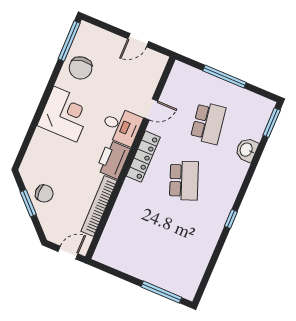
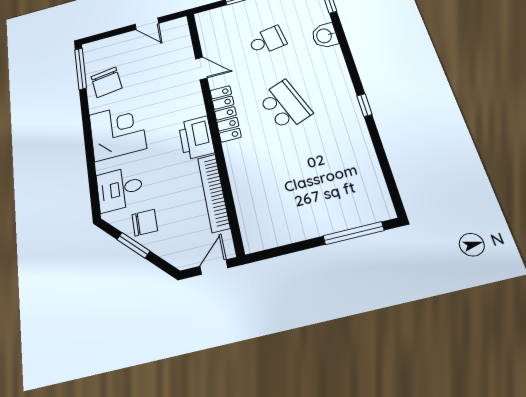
door: (138, 40) -> (147, 24), hinge flipped
door: (151, 109) -> (201, 68), hinge flipped
school desk: (208, 123) -> (267, 41), width x0.54
desk: (121, 126) -> (120, 189), moved, turned 180

